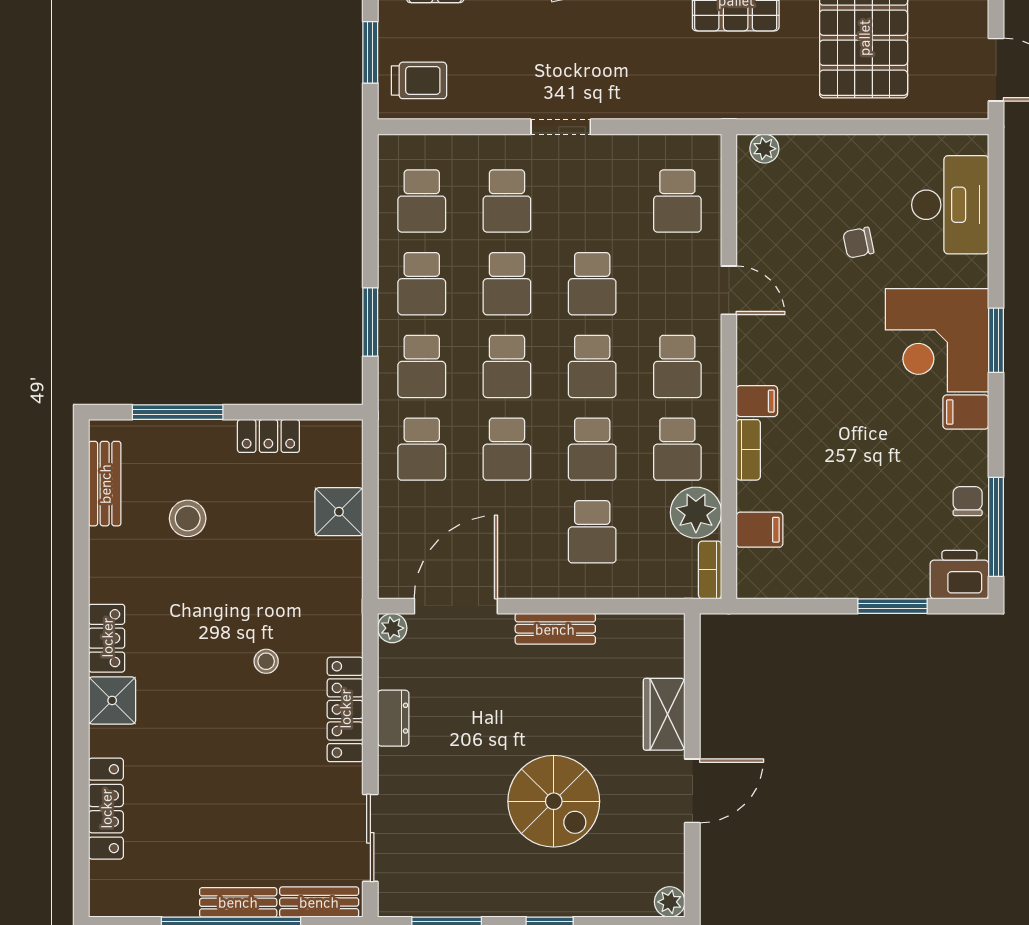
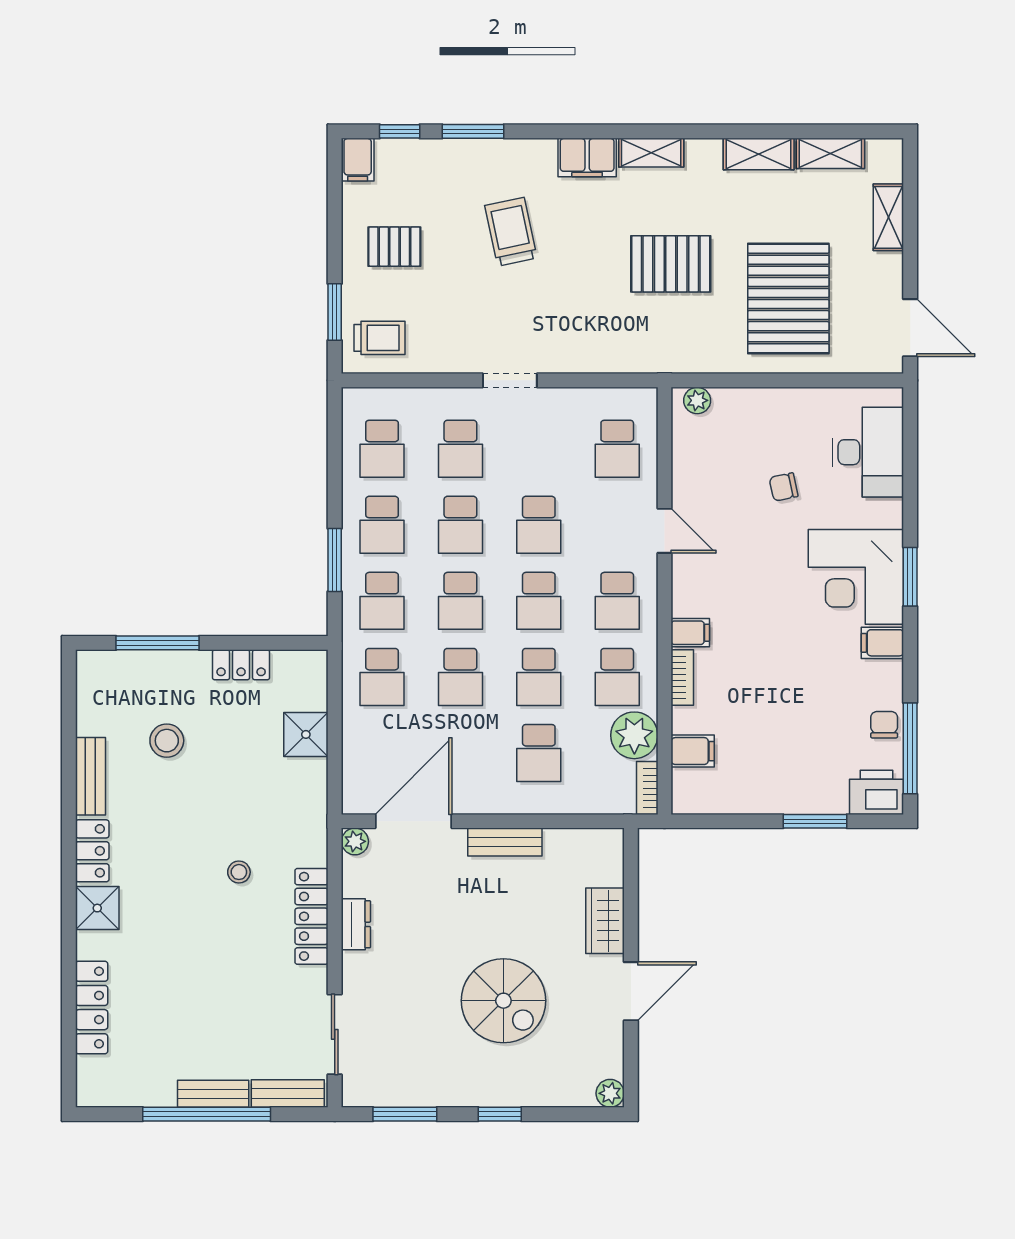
bench: (105, 484) -> (90, 776), moved

